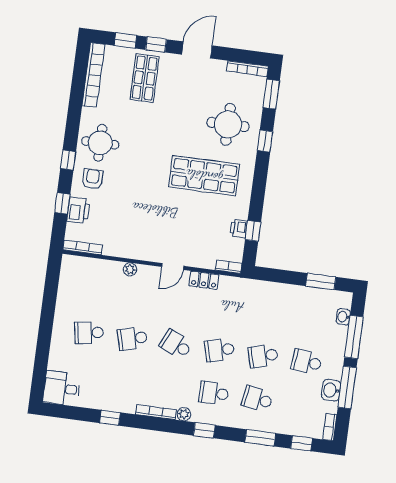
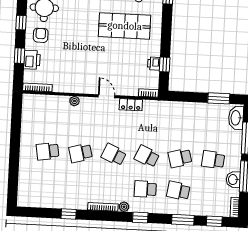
door: (173, 266) -> (106, 96), swing flipped
washbasin: (343, 317) -> (236, 118), width x1.91, depth x1.45
school desk: (220, 350) -> (147, 156), turned 39
desk: (62, 388) -> (30, 195), removed

